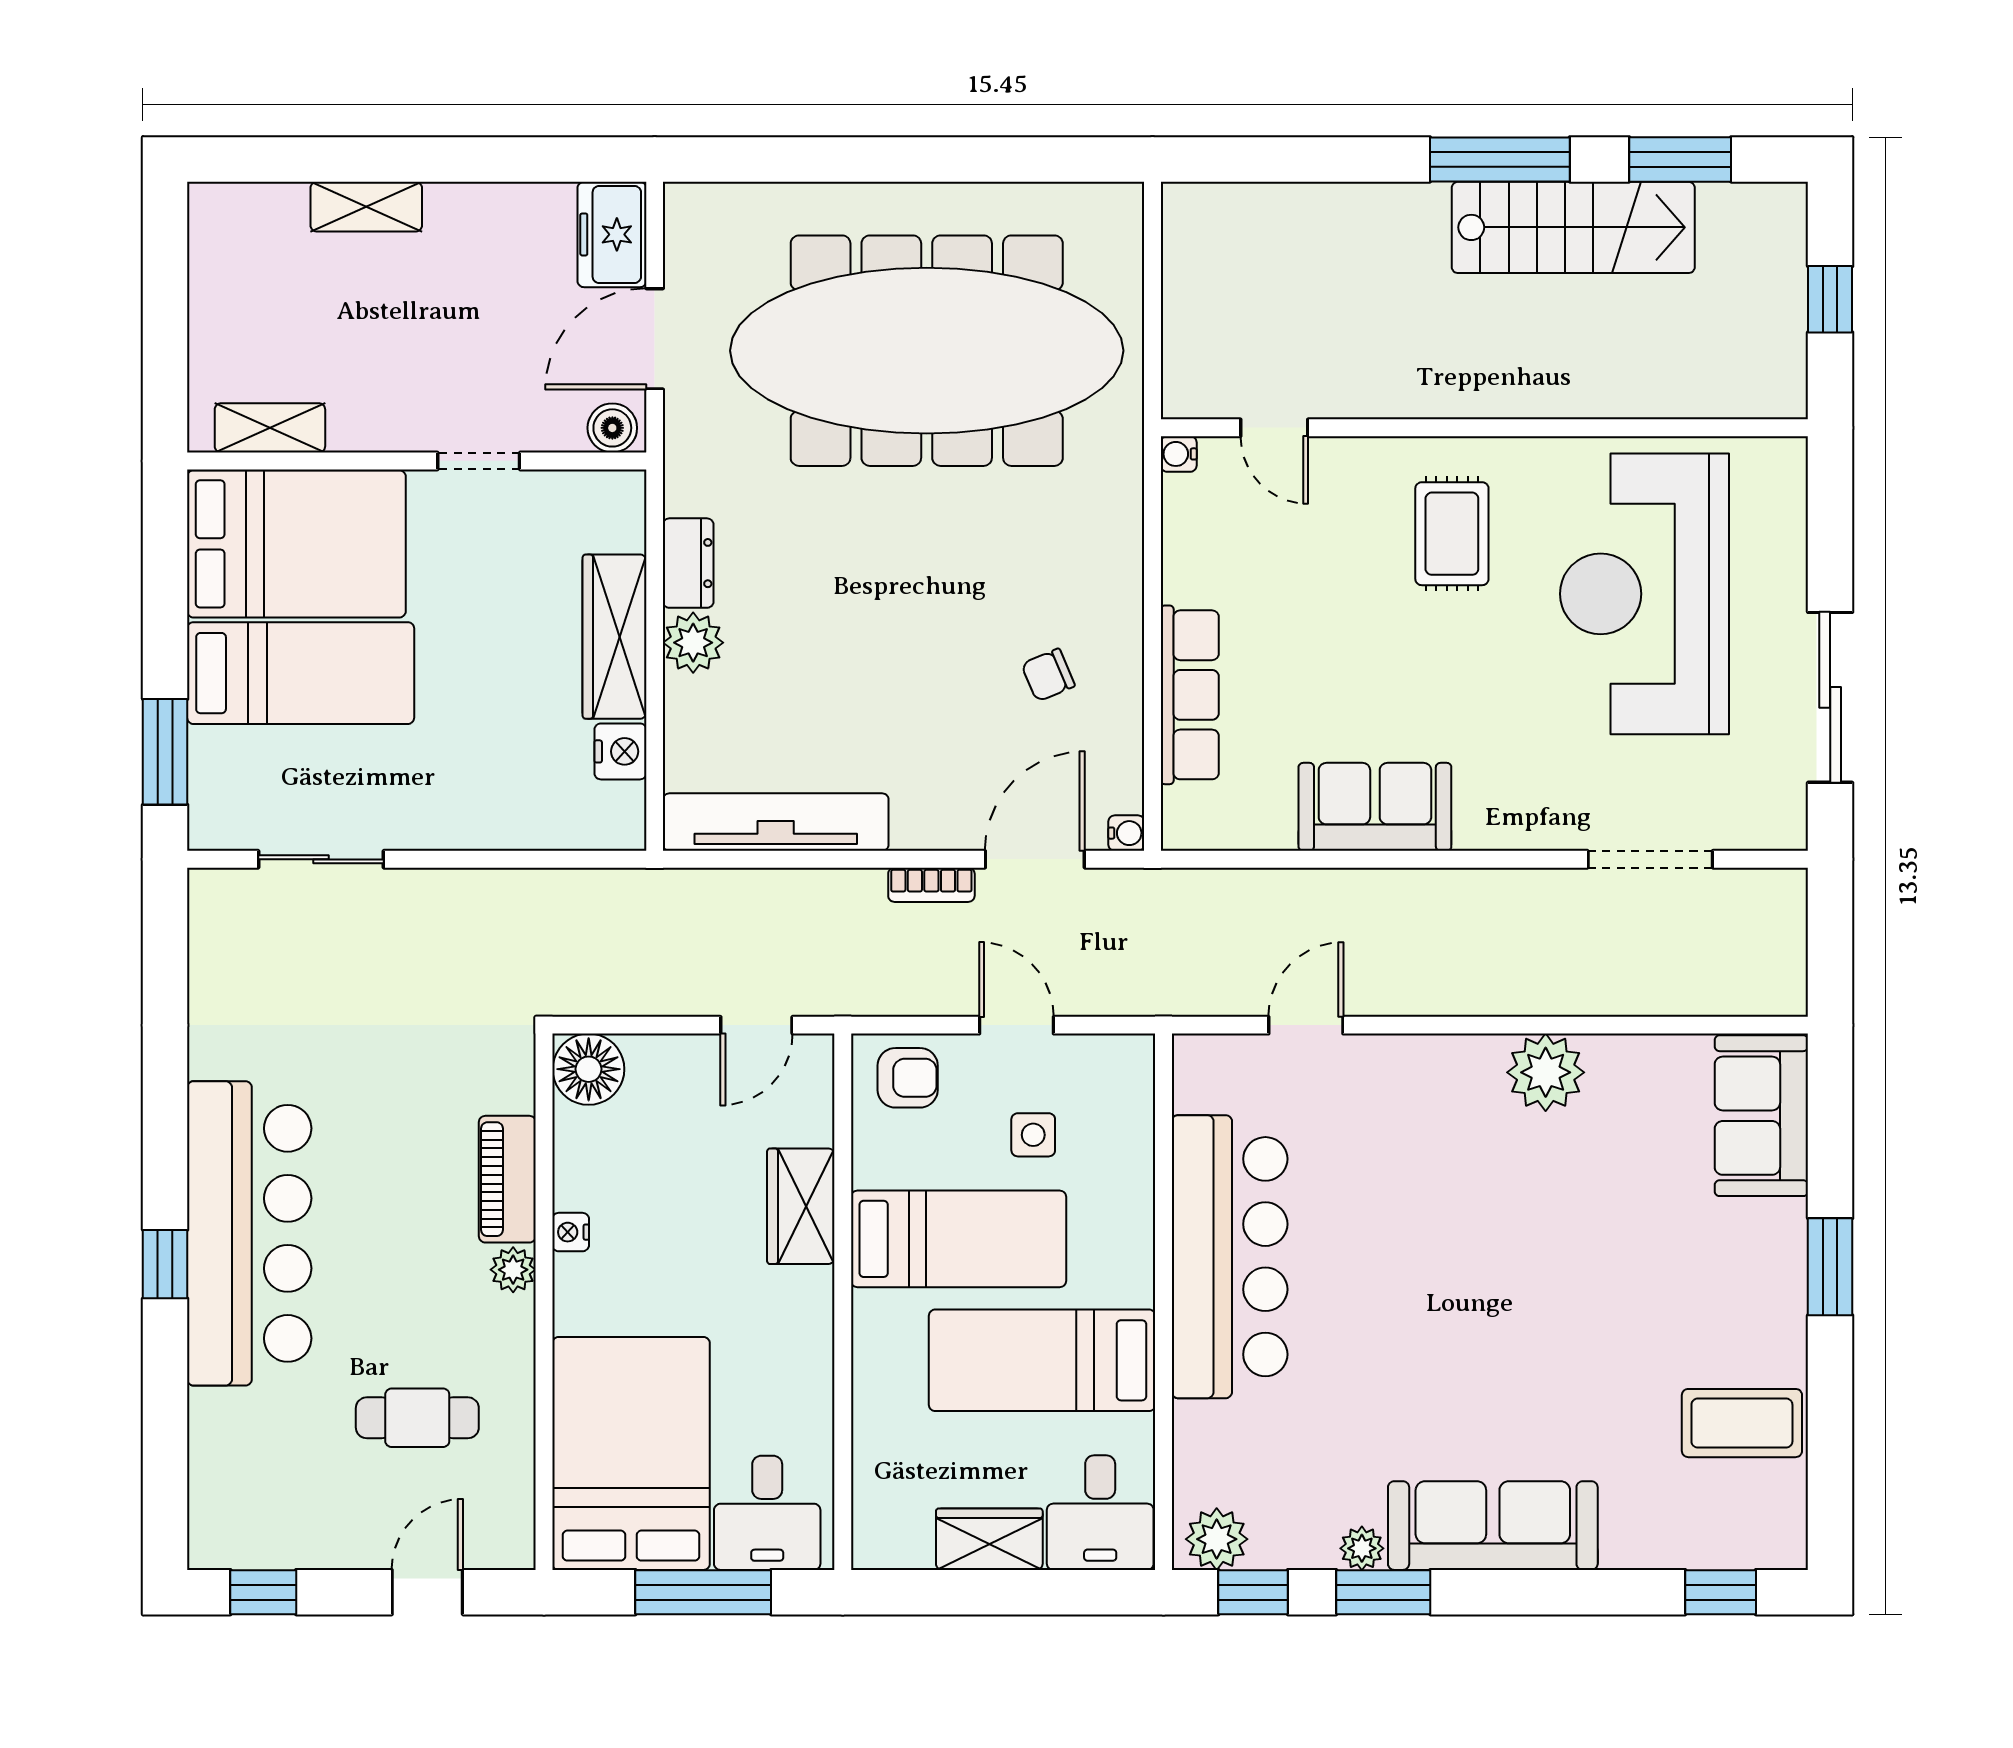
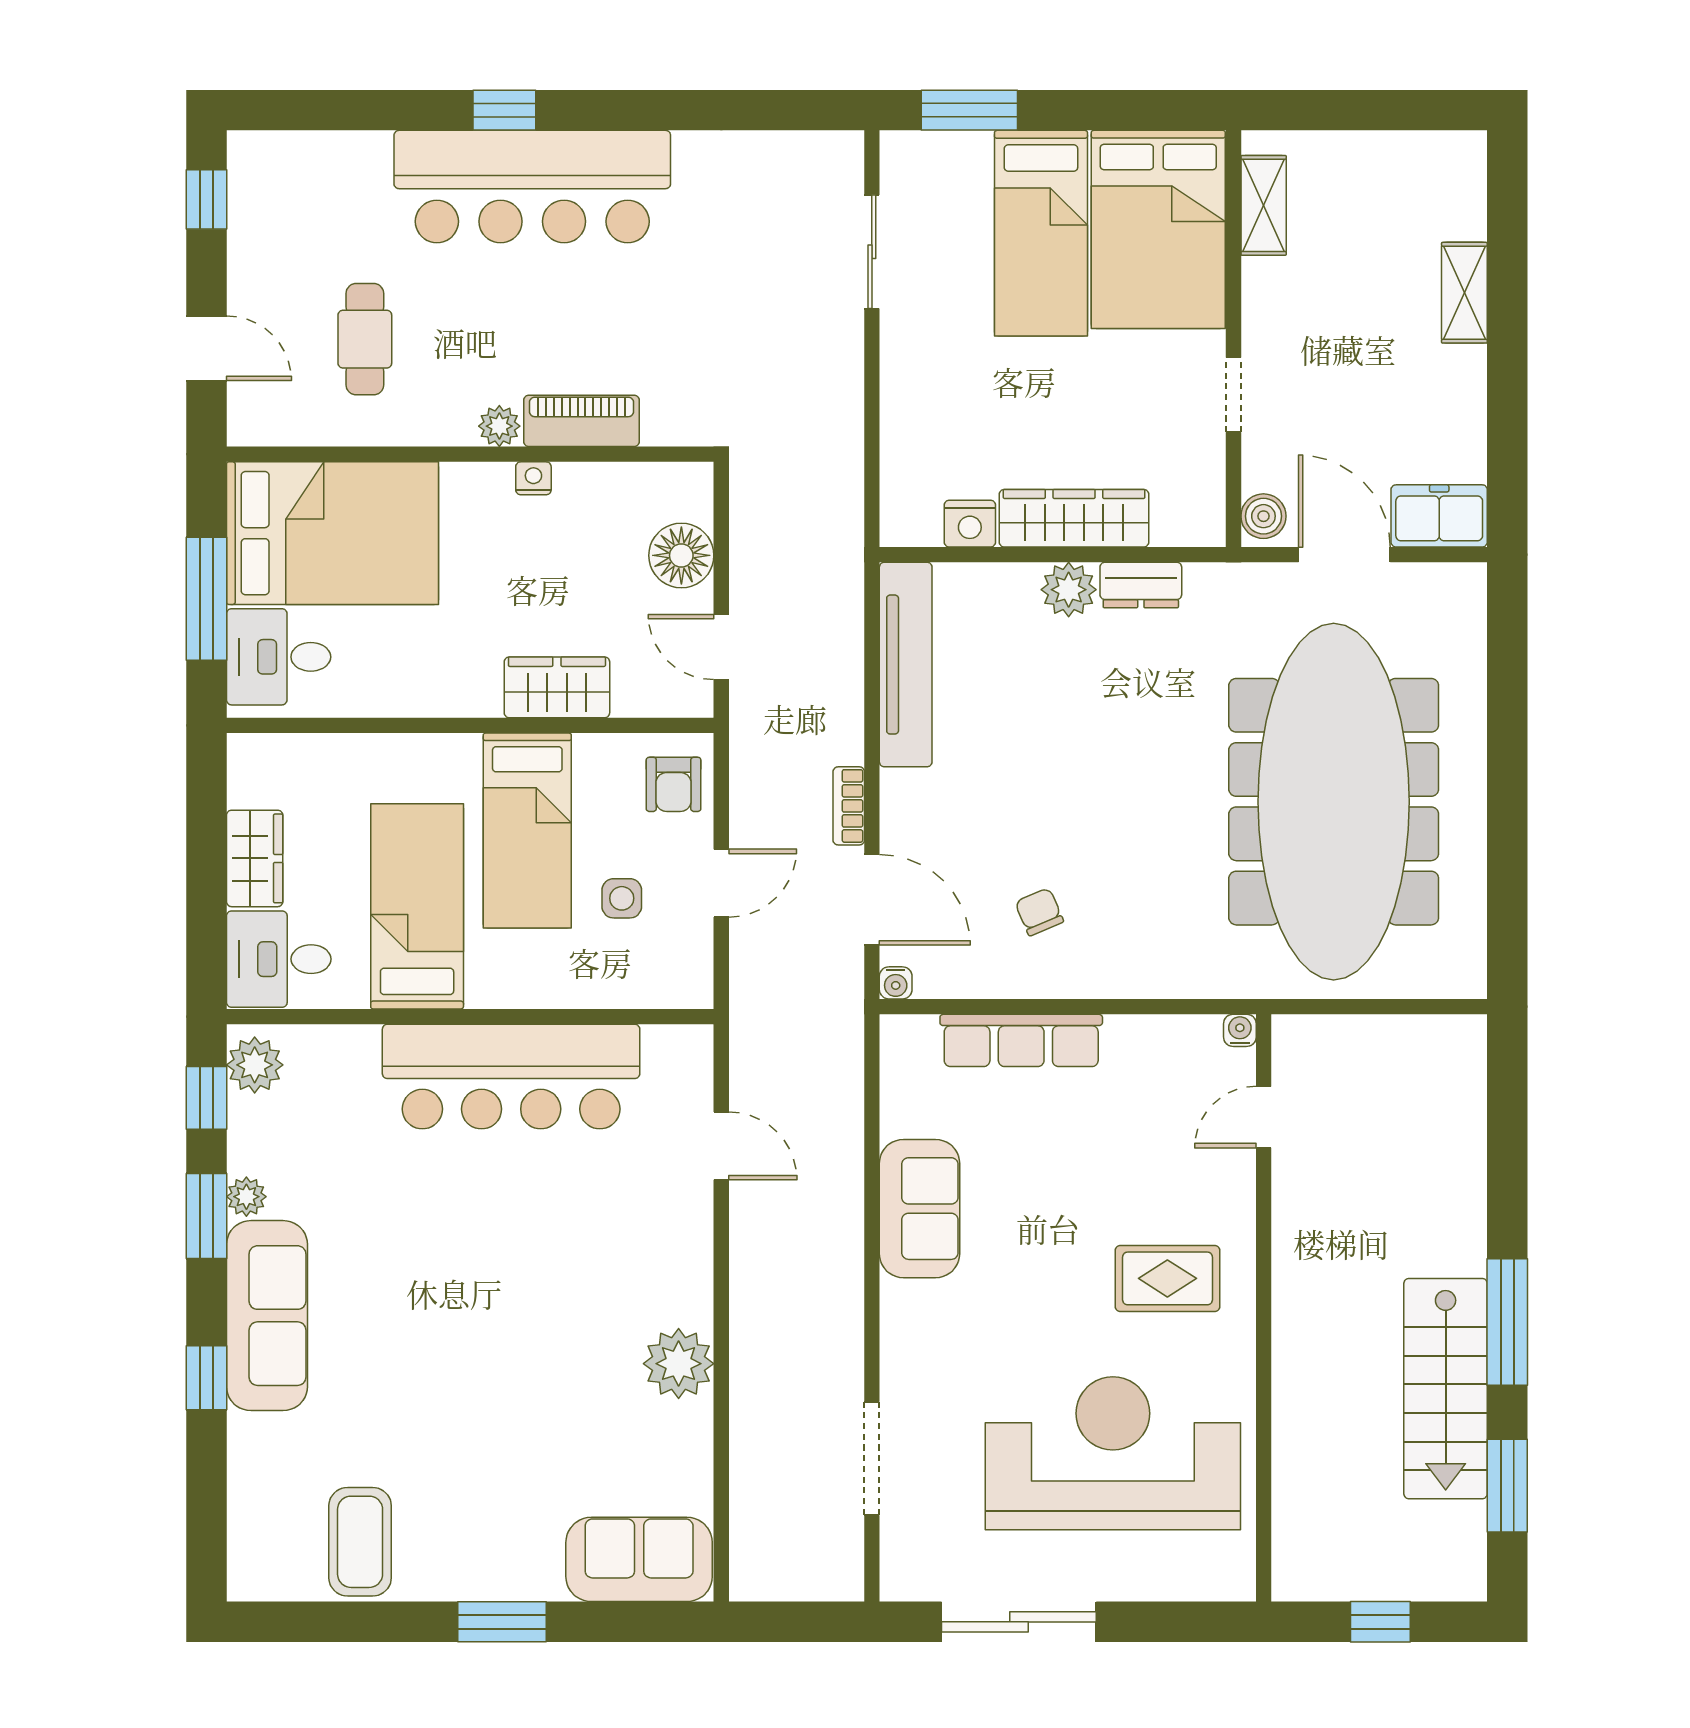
floor lamp: (589, 1069) -> (681, 555), moved
window: (1721, 1592) -> (206, 1378), moved

